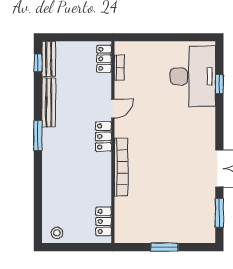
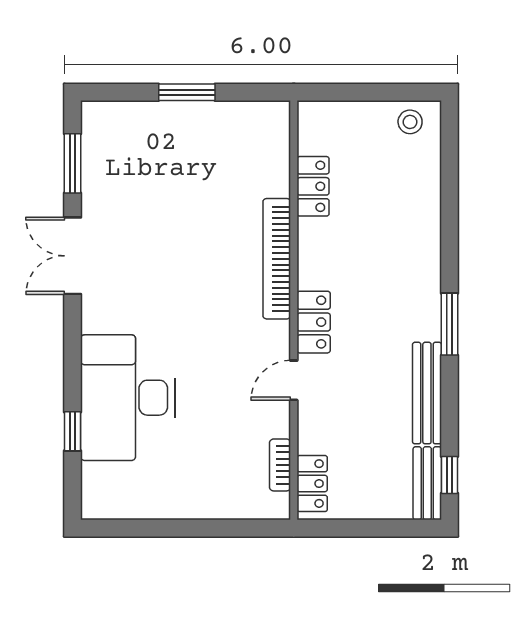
desk: (193, 76) -> (128, 398), moved
locker: (104, 221) -> (313, 186), moved

